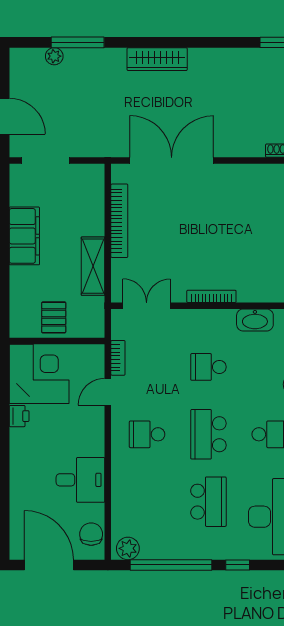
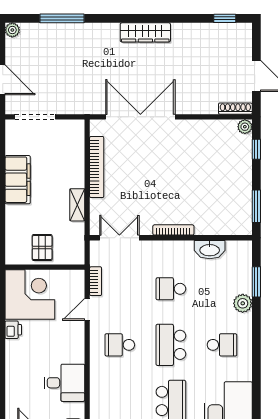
plant: (54, 56) -> (12, 30), moved
wardrobe: (157, 59) -> (145, 32), moved
shelving: (93, 266) -> (77, 205), width x0.67, depth x0.75

